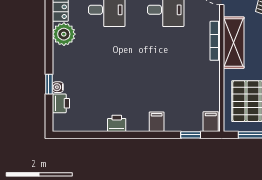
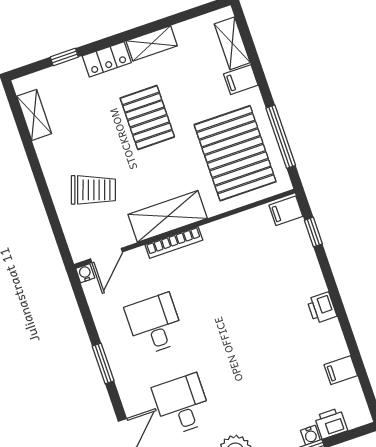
filing cabinet: (157, 122) -> (341, 370), moved
printer: (117, 123) -> (322, 308), moved

